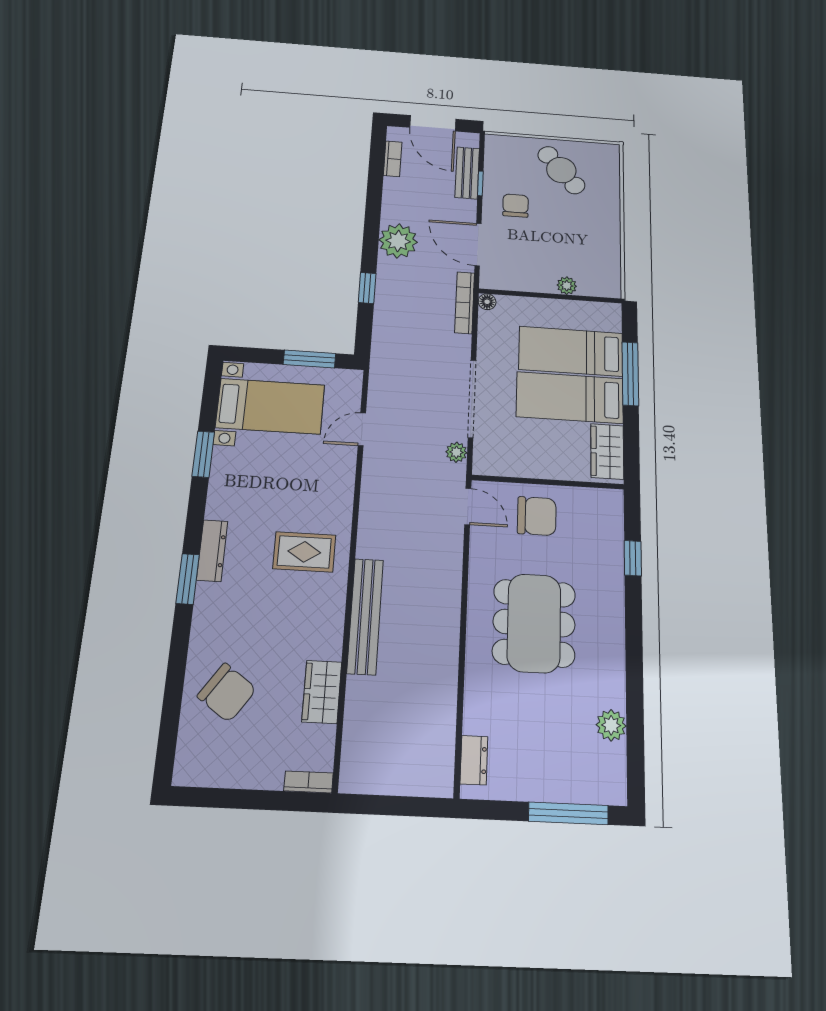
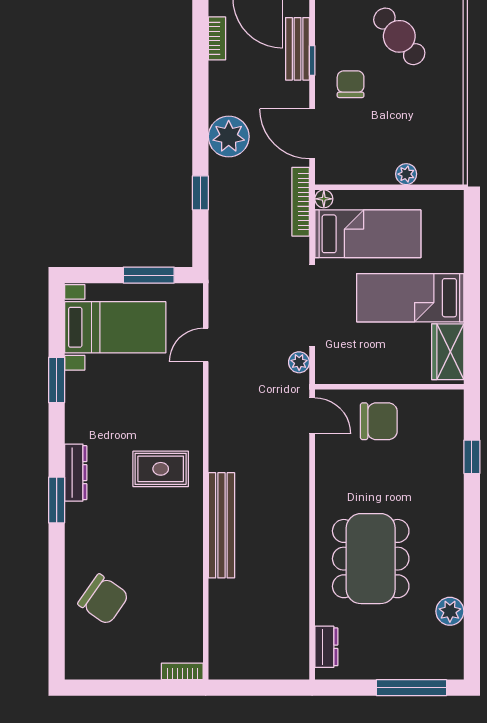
bed: (571, 351) -> (368, 234), moved, turned 180
window: (630, 374) -> (472, 268), removed
dining table: (534, 623) -> (371, 559), moved
wardrobe: (322, 692) -> (187, 595), removed

